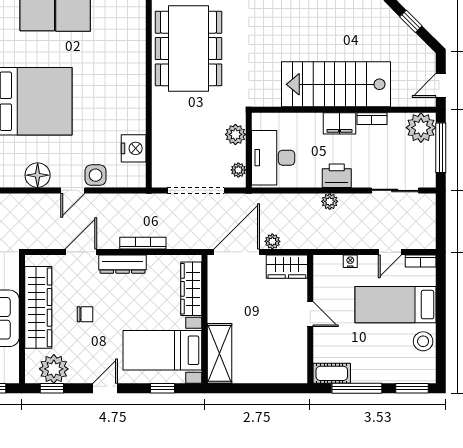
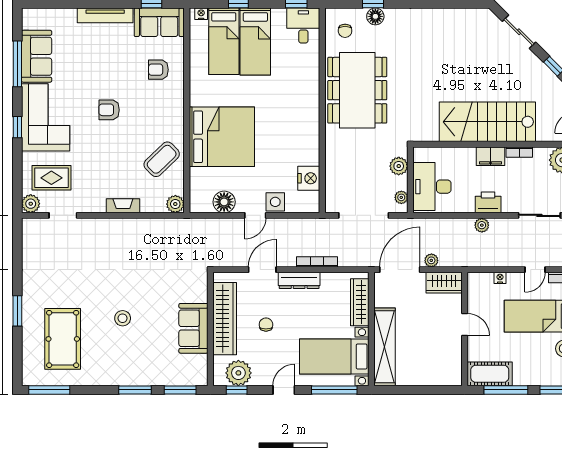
chair: (85, 314) -> (266, 325), turned -90
shelving: (219, 353) -> (385, 347), width x1.47
cot: (332, 373) -> (490, 374), width x1.37, depth x1.34
window: (162, 388) -> (334, 390), width x2.17

